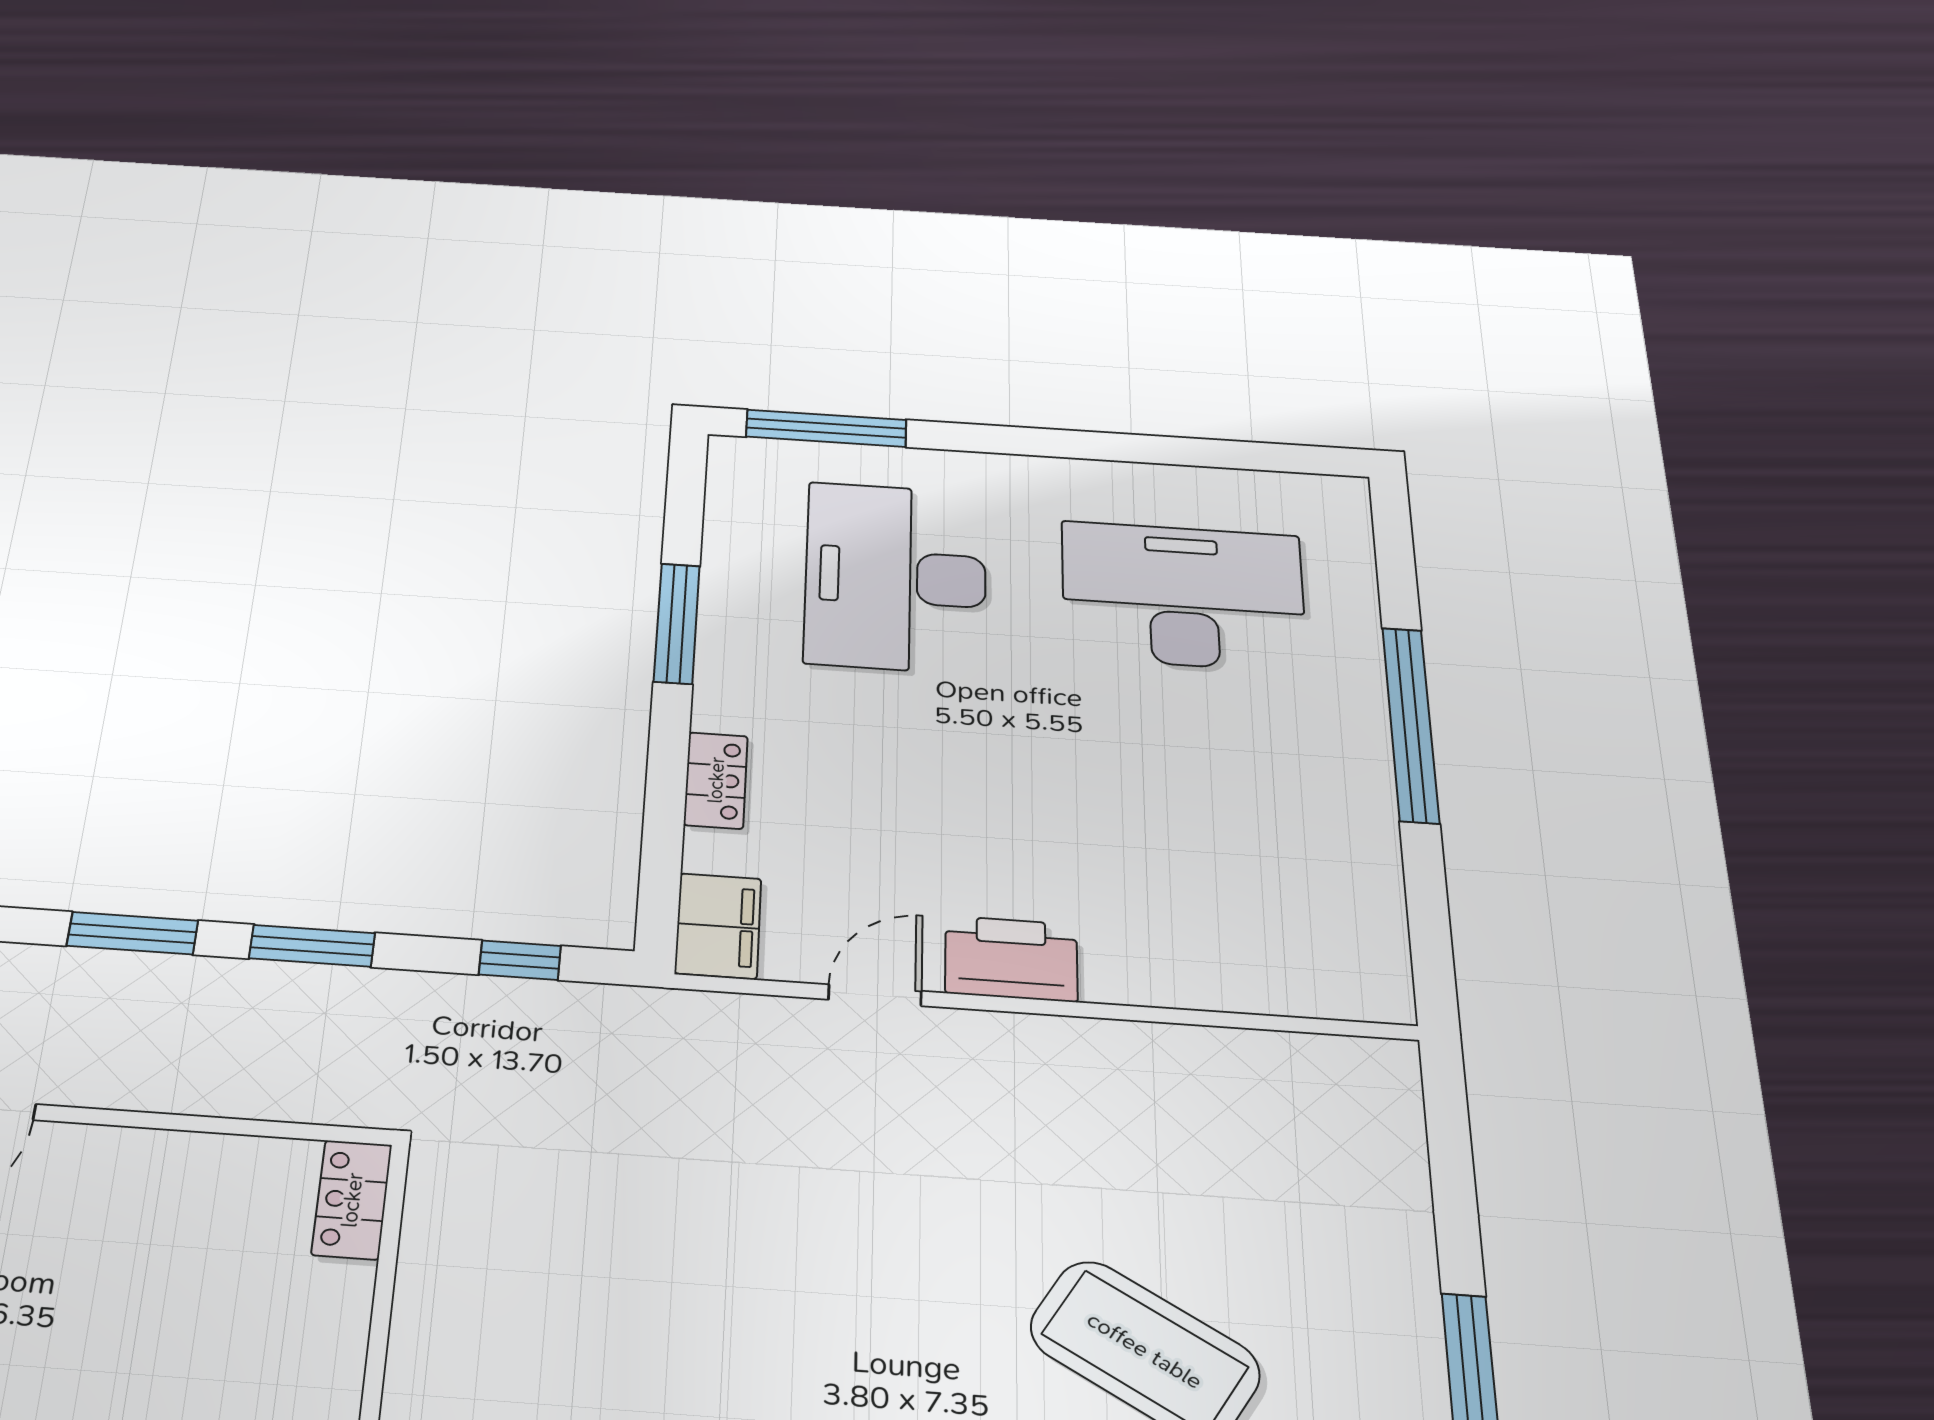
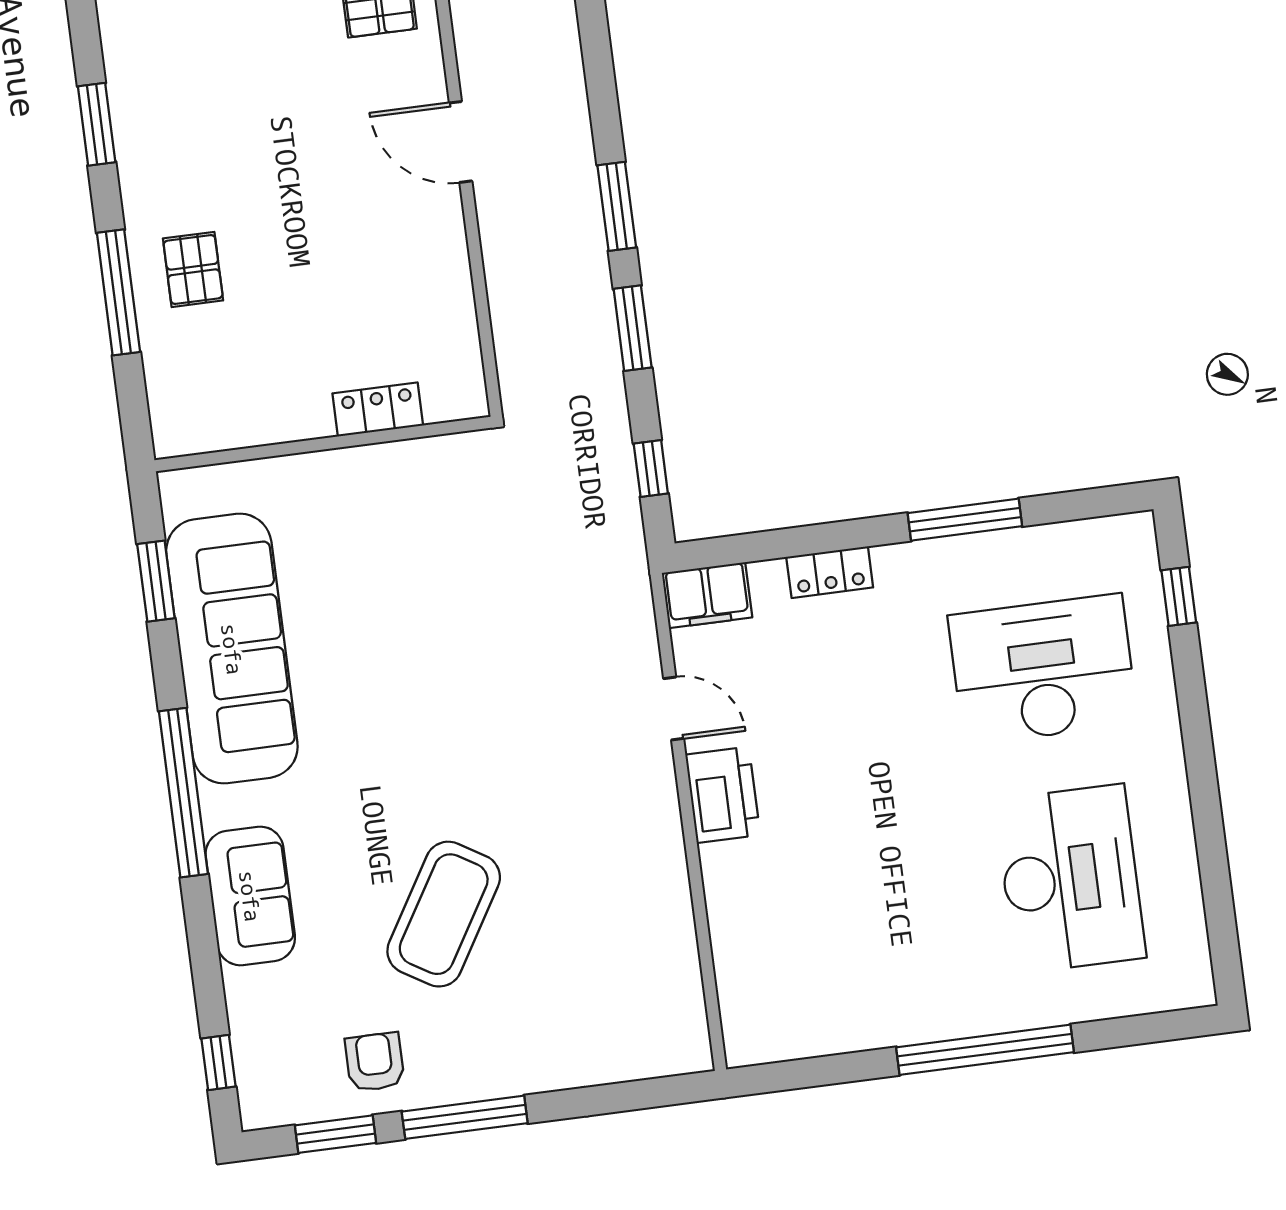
window: (826, 428) -> (1179, 596), width x0.46
locker: (352, 1200) -> (378, 409), moved

